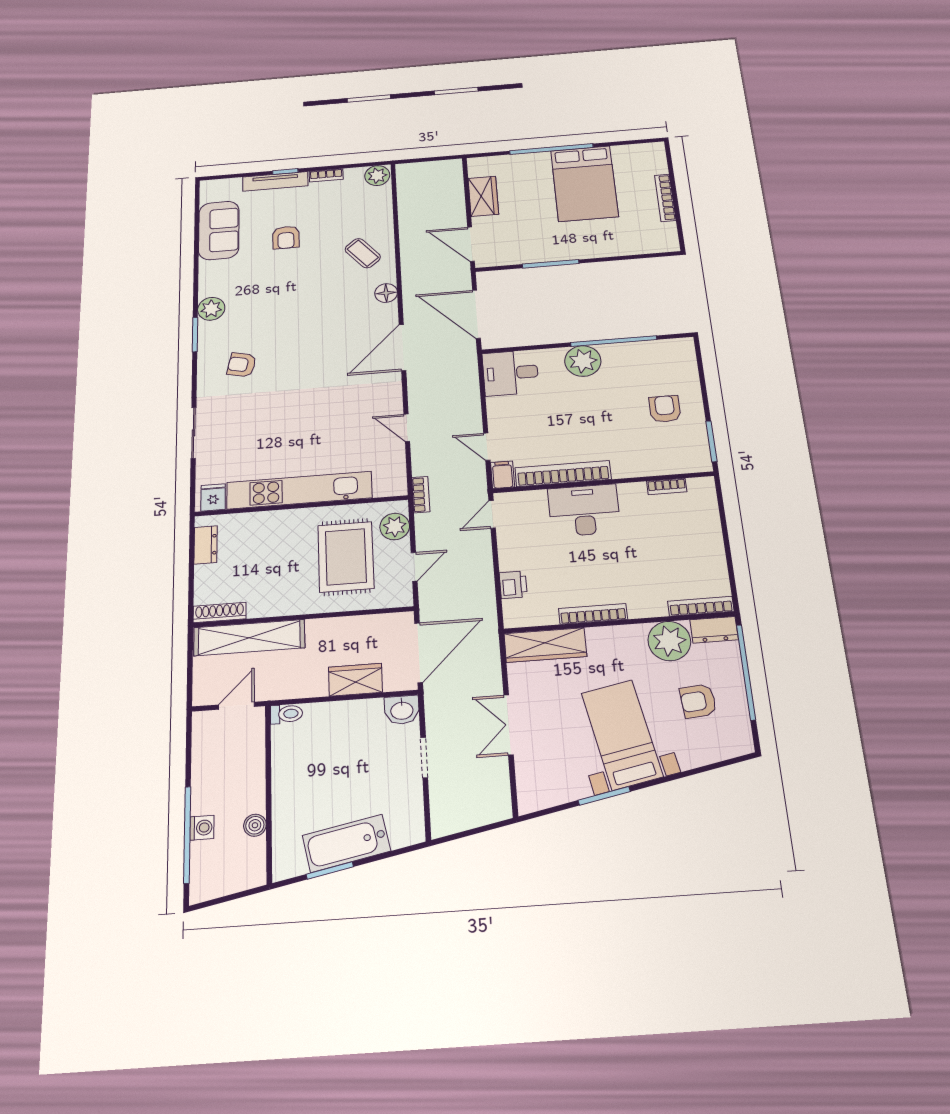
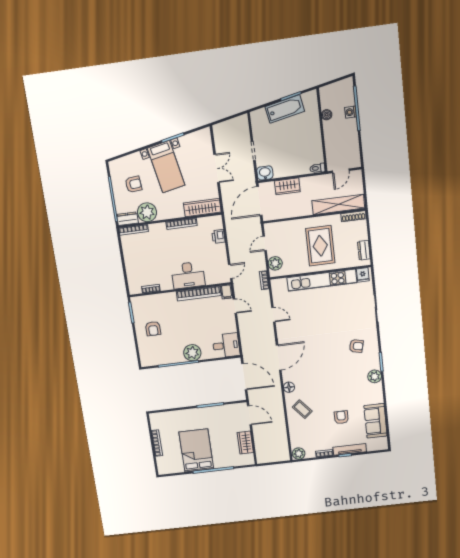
rug: (346, 557) -> (320, 246), moved

